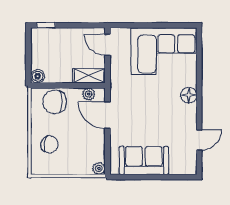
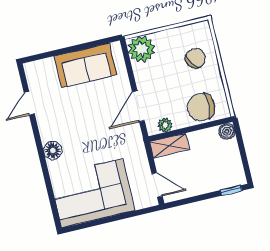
chair: (55, 102) -> (201, 107), turned 180
door: (107, 115) -> (138, 106), swing flipped
chair: (49, 144) -> (195, 58), turned 131
plant: (99, 169) -> (141, 49), width x1.88, depth x1.88

